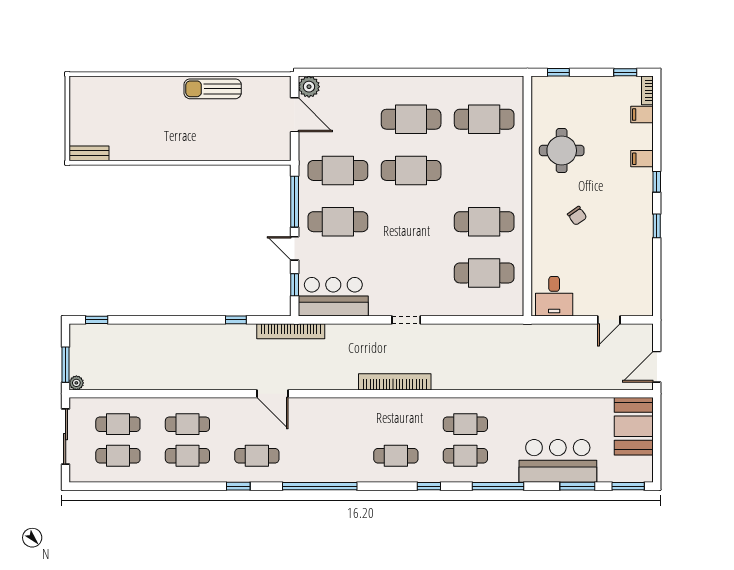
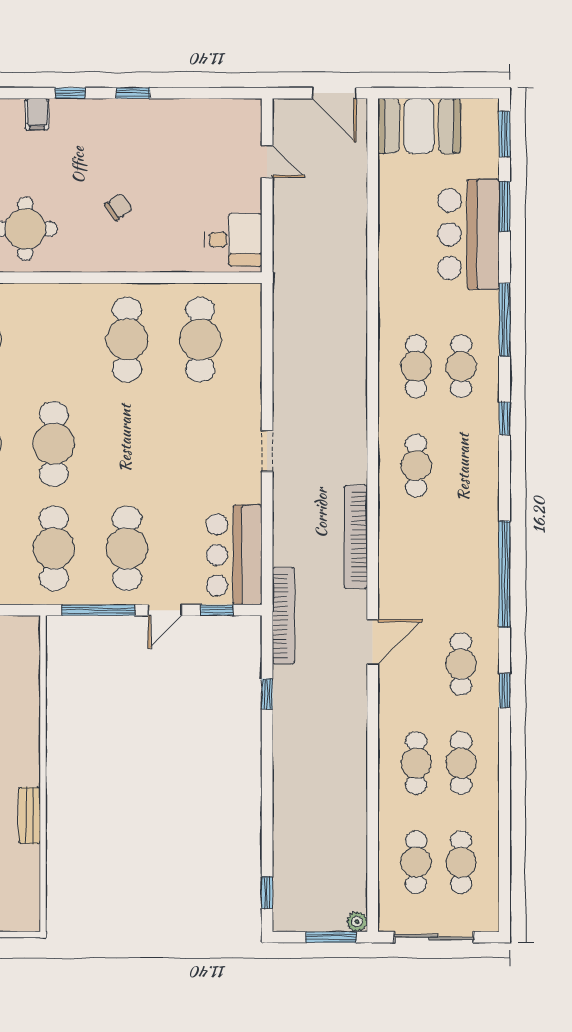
bench: (89, 153) -> (29, 815), moved
bookcase: (395, 382) -> (356, 537), moved
cafe table: (396, 456) -> (416, 466), moved

